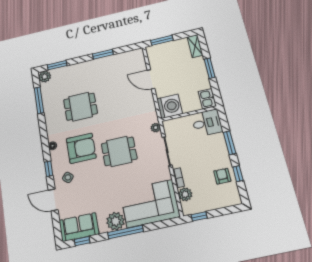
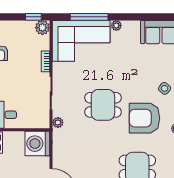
plant: (185, 194) -> (42, 28), moved
plant: (115, 221) -> (116, 25), width x0.53, depth x0.53
window: (125, 232) -> (89, 17), moved
window: (82, 241) -> (160, 17), removed

